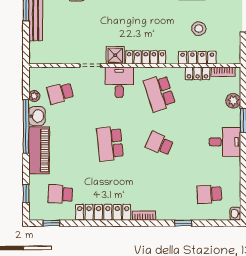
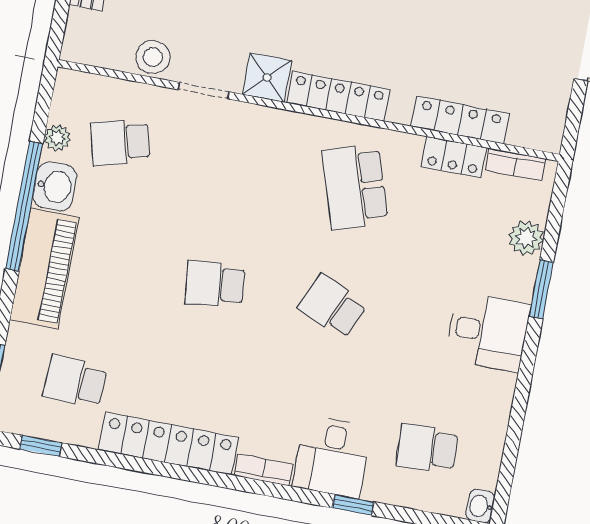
stool: (199, 29) -> (153, 57), moved
desk: (119, 82) -> (332, 457), moved, turned 180
school desk: (110, 144) -> (215, 284), width x0.54

